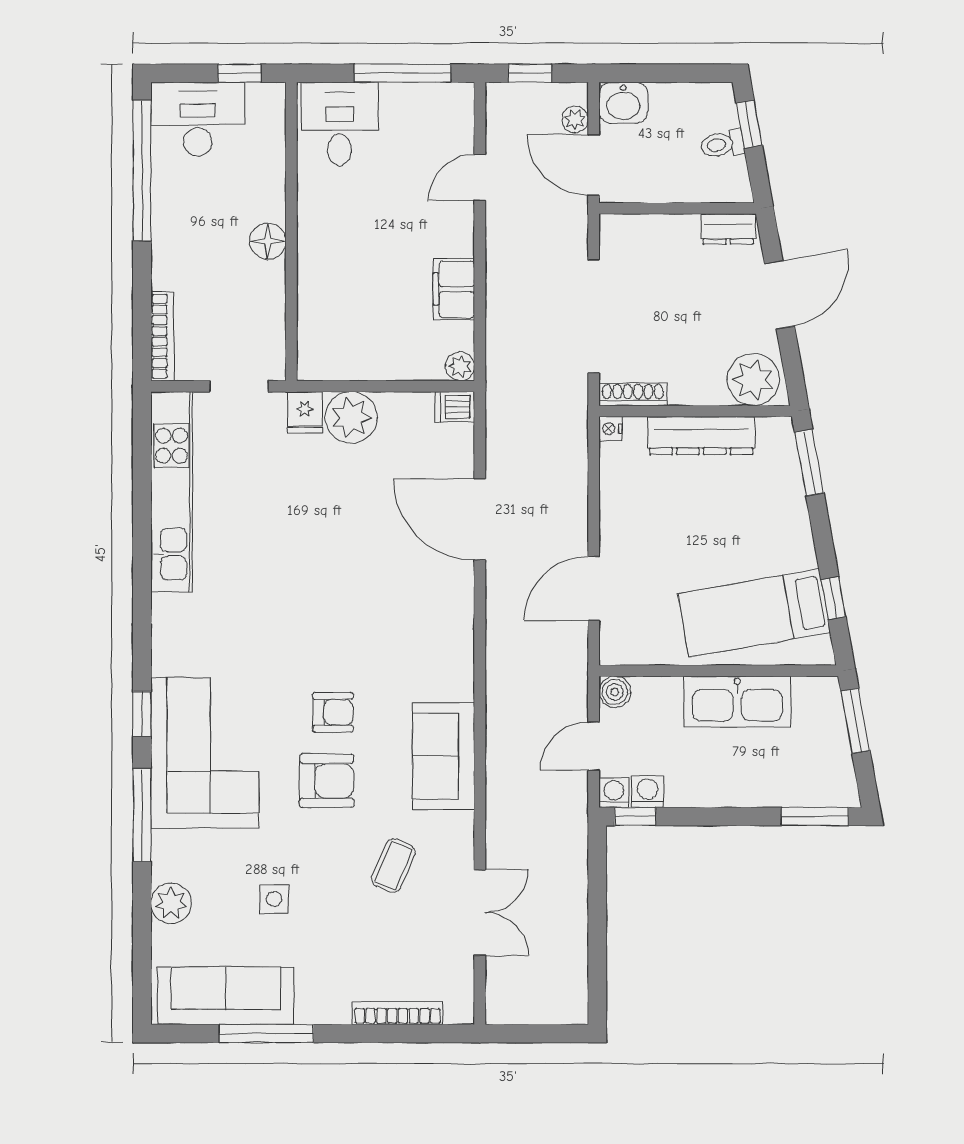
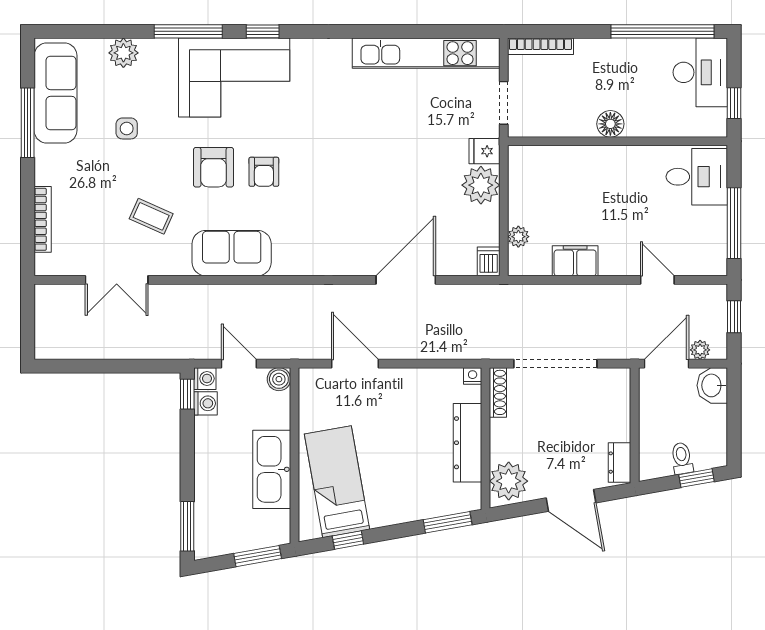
plant: (460, 366) -> (518, 237), moved

